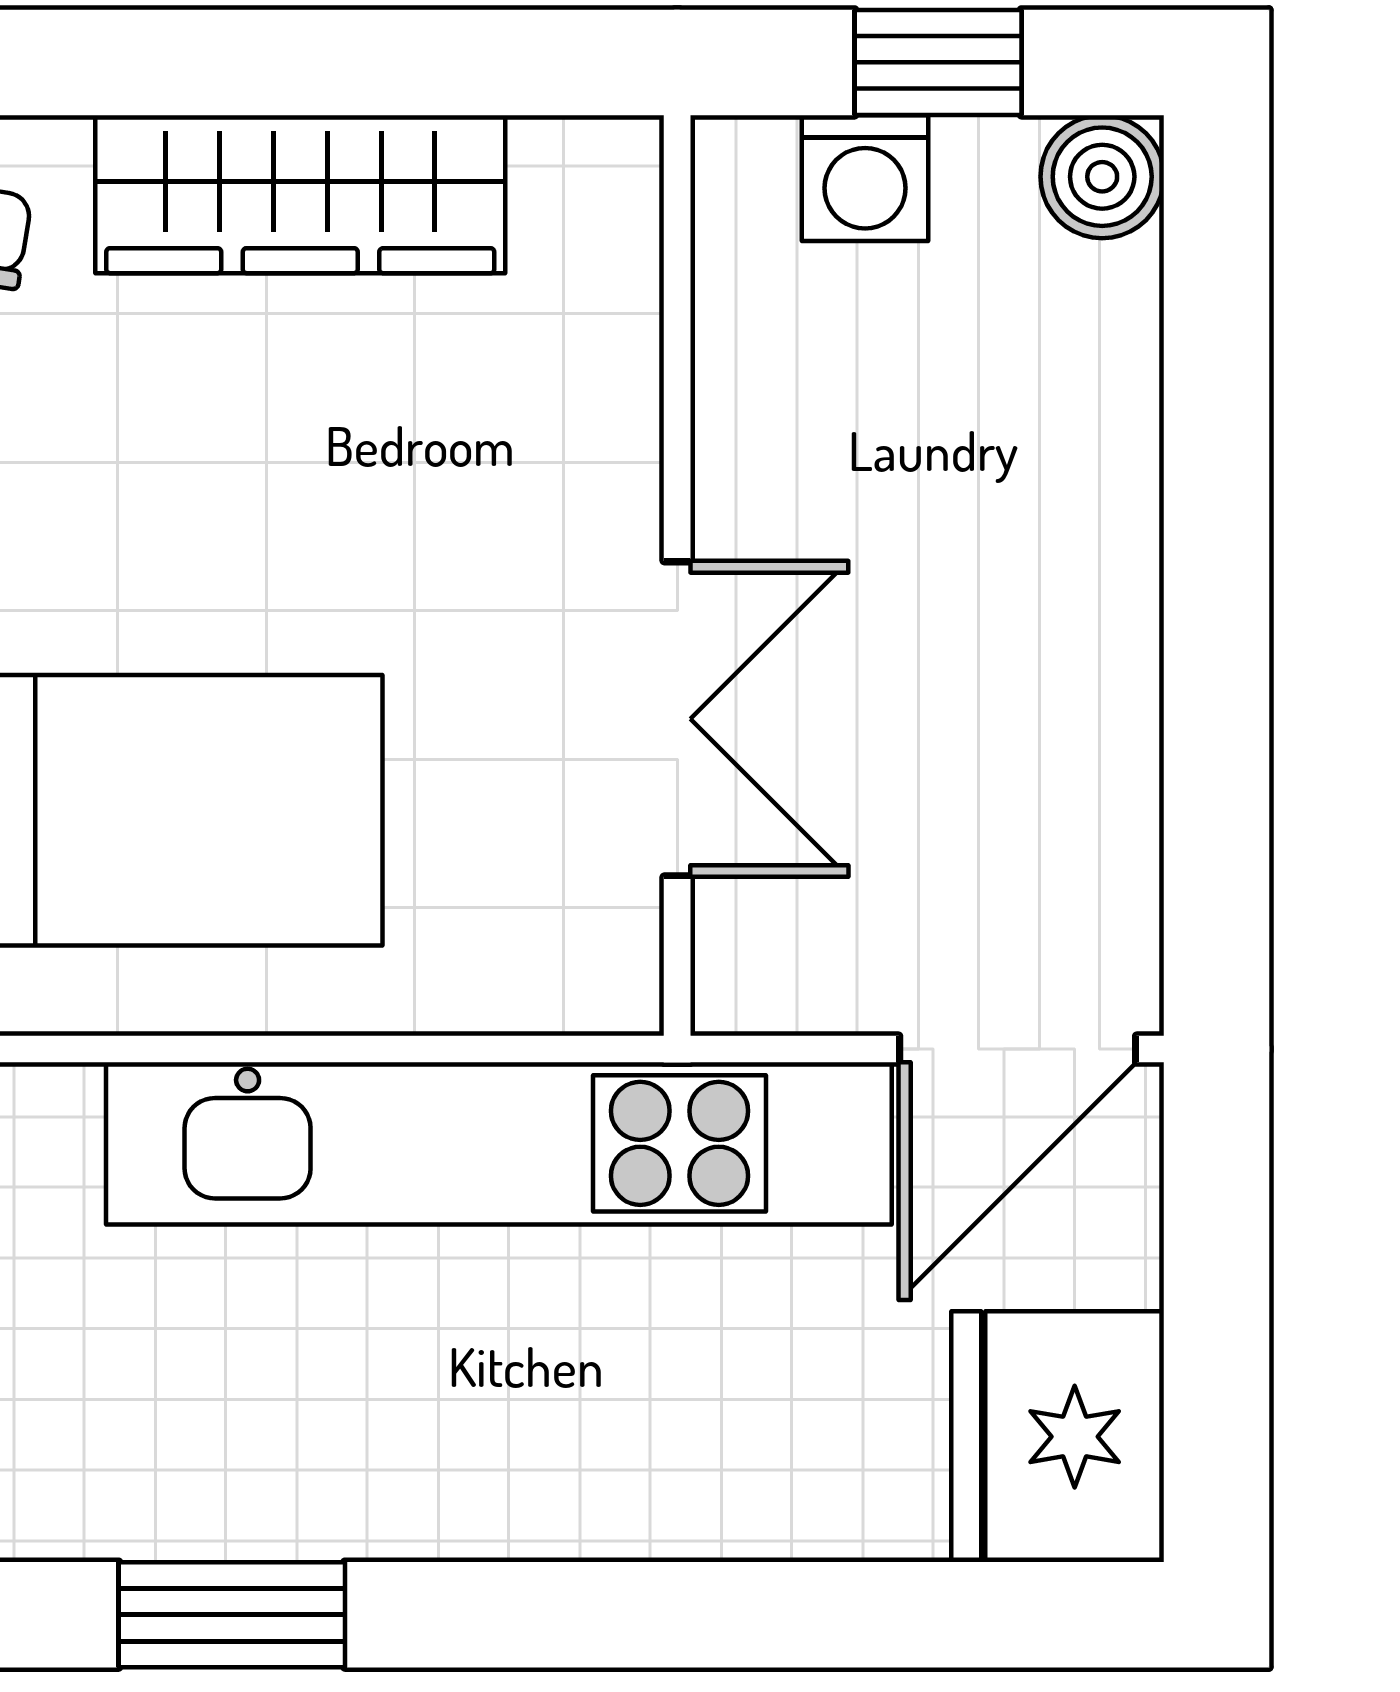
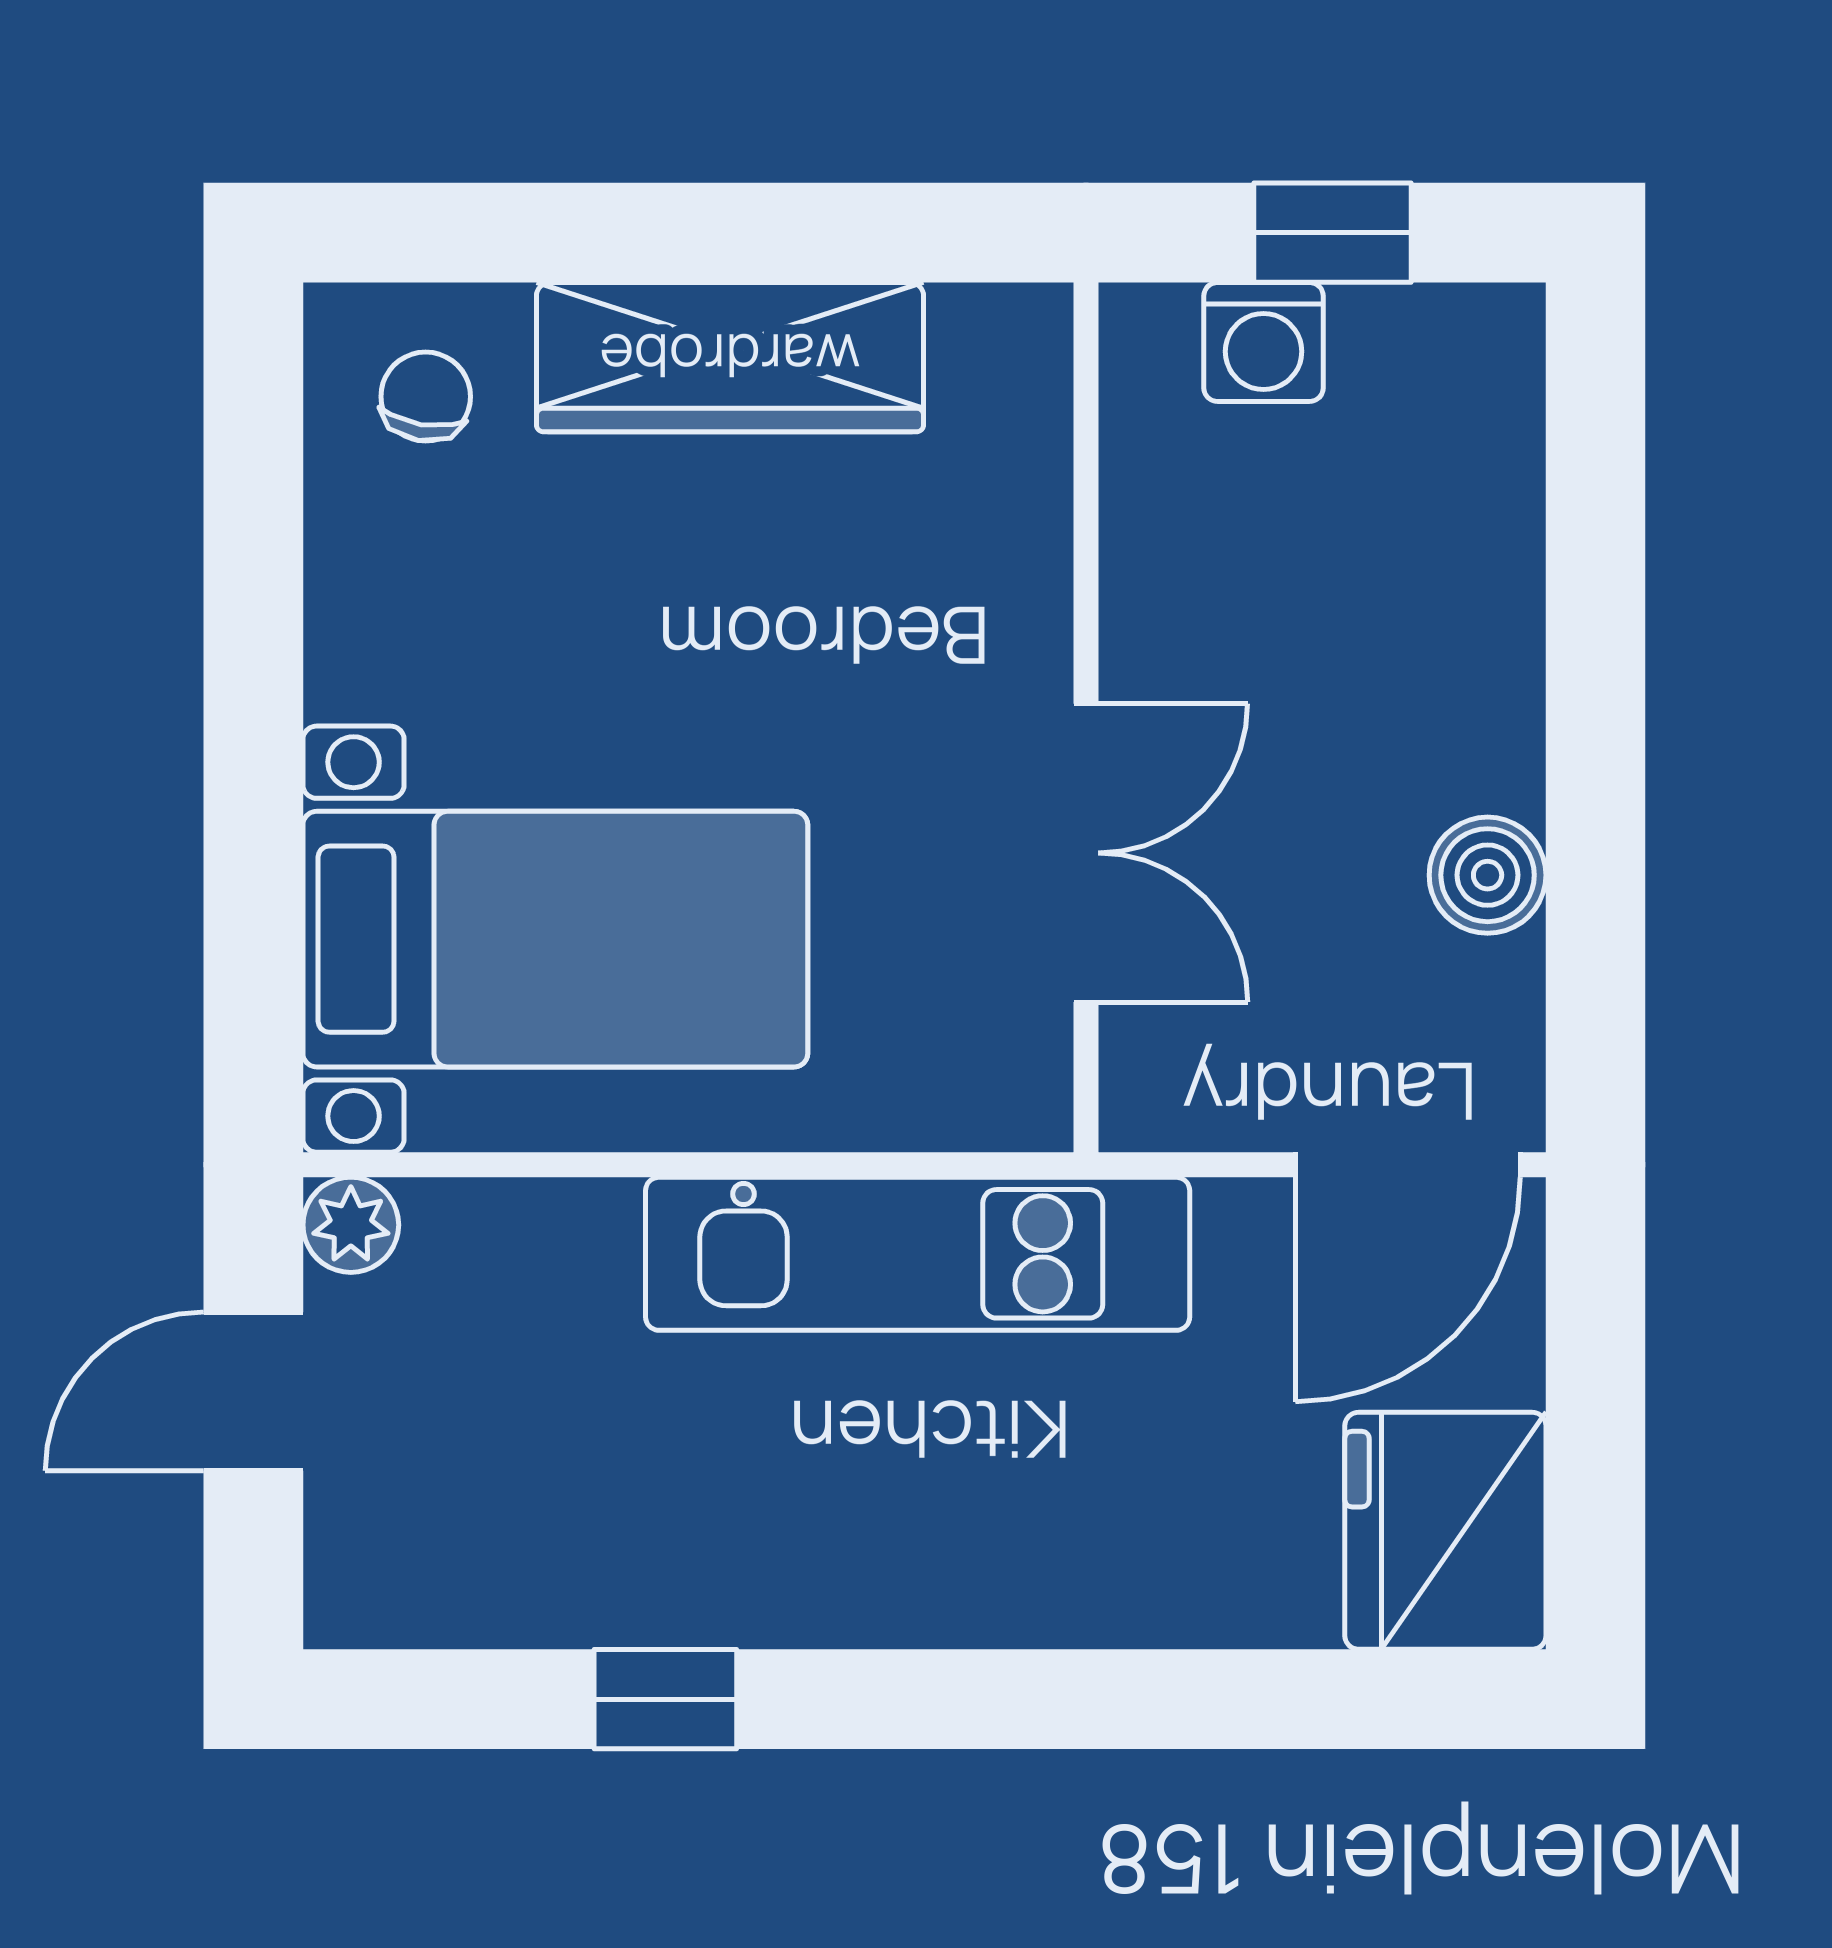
boiler: (1102, 177) -> (1488, 875), moved
kitchen unit: (499, 1143) -> (918, 1254), width x0.73
window: (232, 1615) -> (665, 1699), width x0.67

